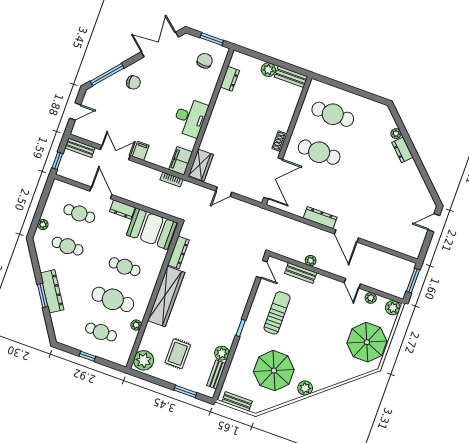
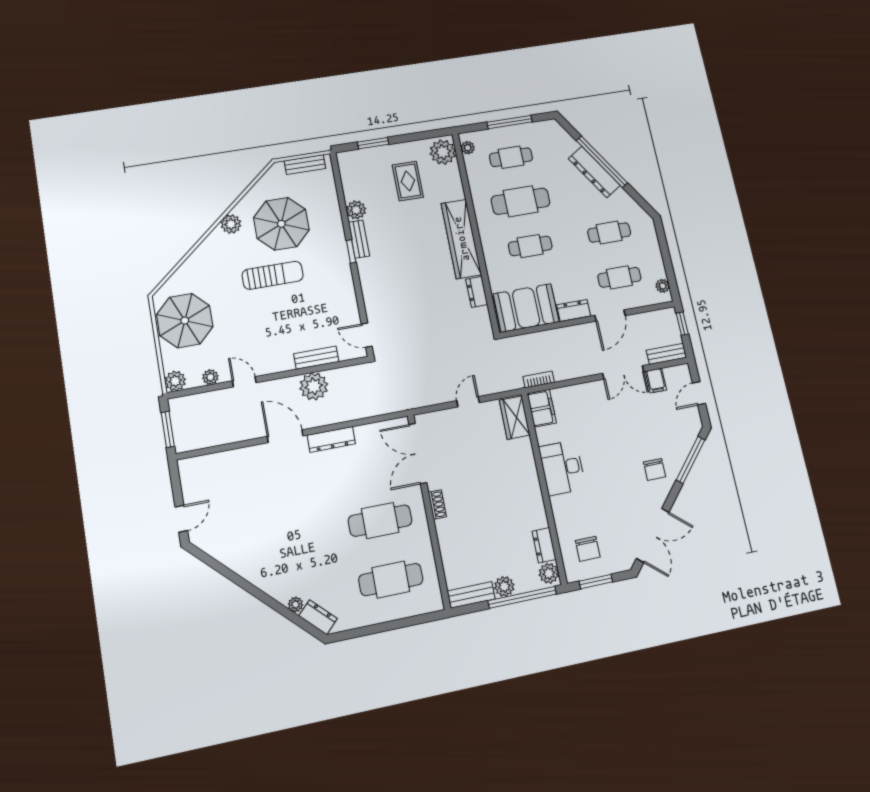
window: (262, 57) -> (522, 597), added
plant: (237, 61) -> (549, 573), added
chair: (133, 82) -> (655, 469), turned -83
dresser: (402, 150) -> (318, 617), moved
filing cabinet: (141, 151) -> (656, 381), moved
door: (101, 193) -> (610, 315), hinge flipped
plant: (43, 225) -> (663, 286), moved
dresser: (178, 252) -> (477, 292), width x0.70
plant: (311, 261) -> (314, 386), width x1.88, depth x1.88
window: (43, 295) -> (602, 162), width x2.11
sun lounger: (277, 313) -> (273, 275), moved, turned -90
plant: (136, 325) -> (468, 148), moved
window: (87, 356) -> (510, 122), width x2.17
bench: (216, 374) -> (359, 239), moved

